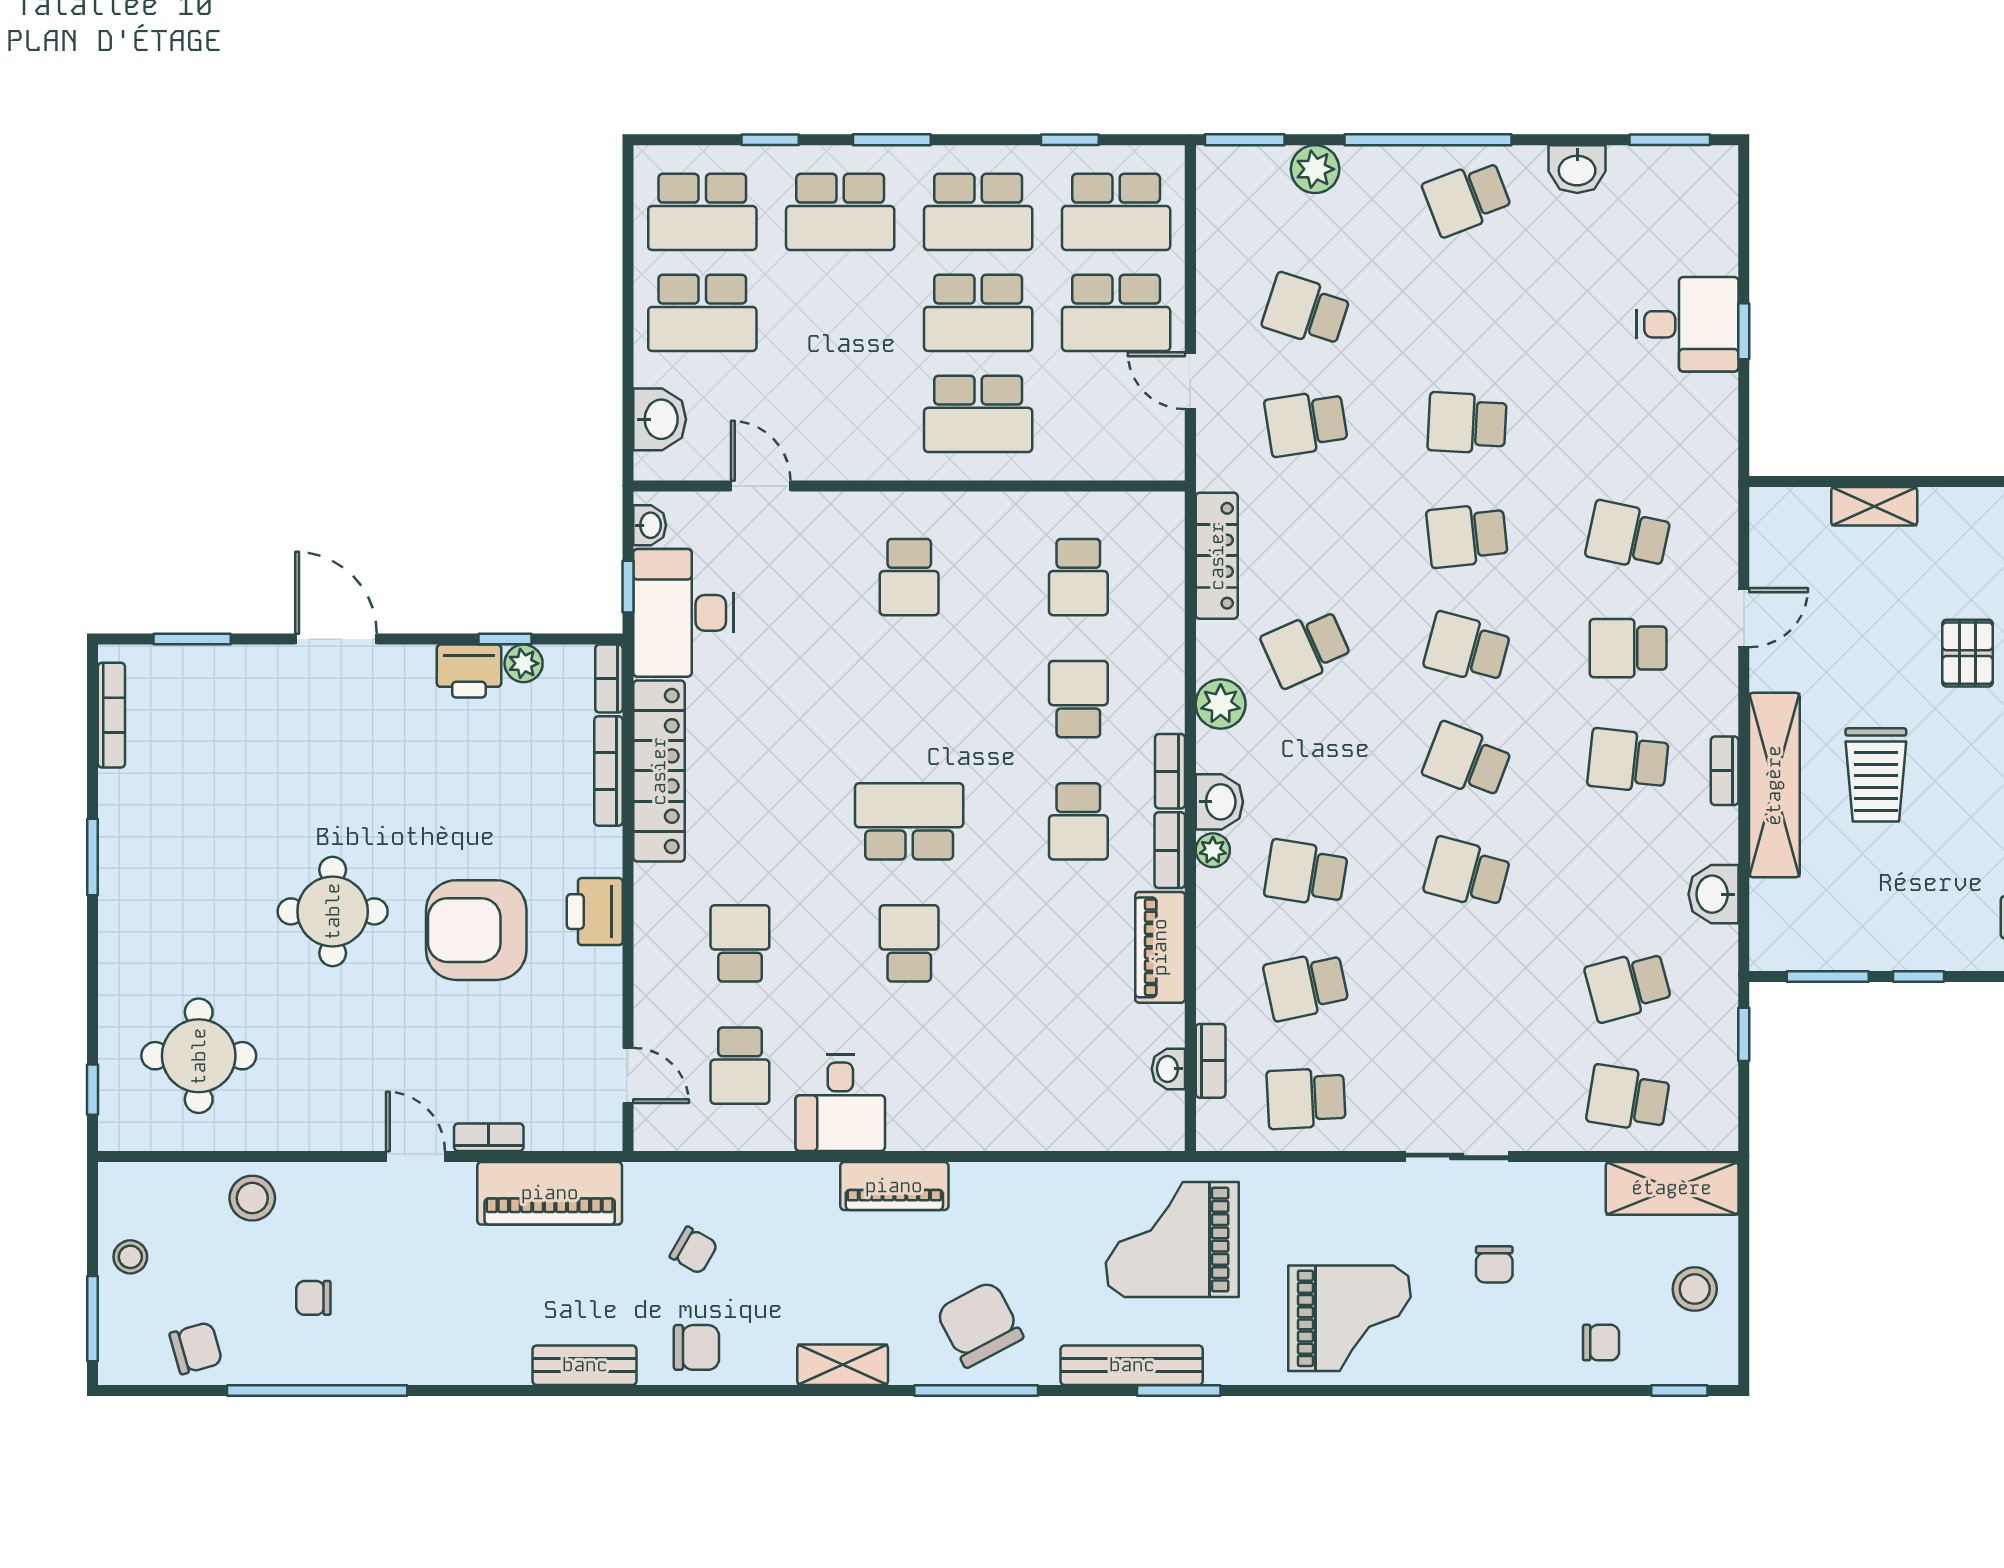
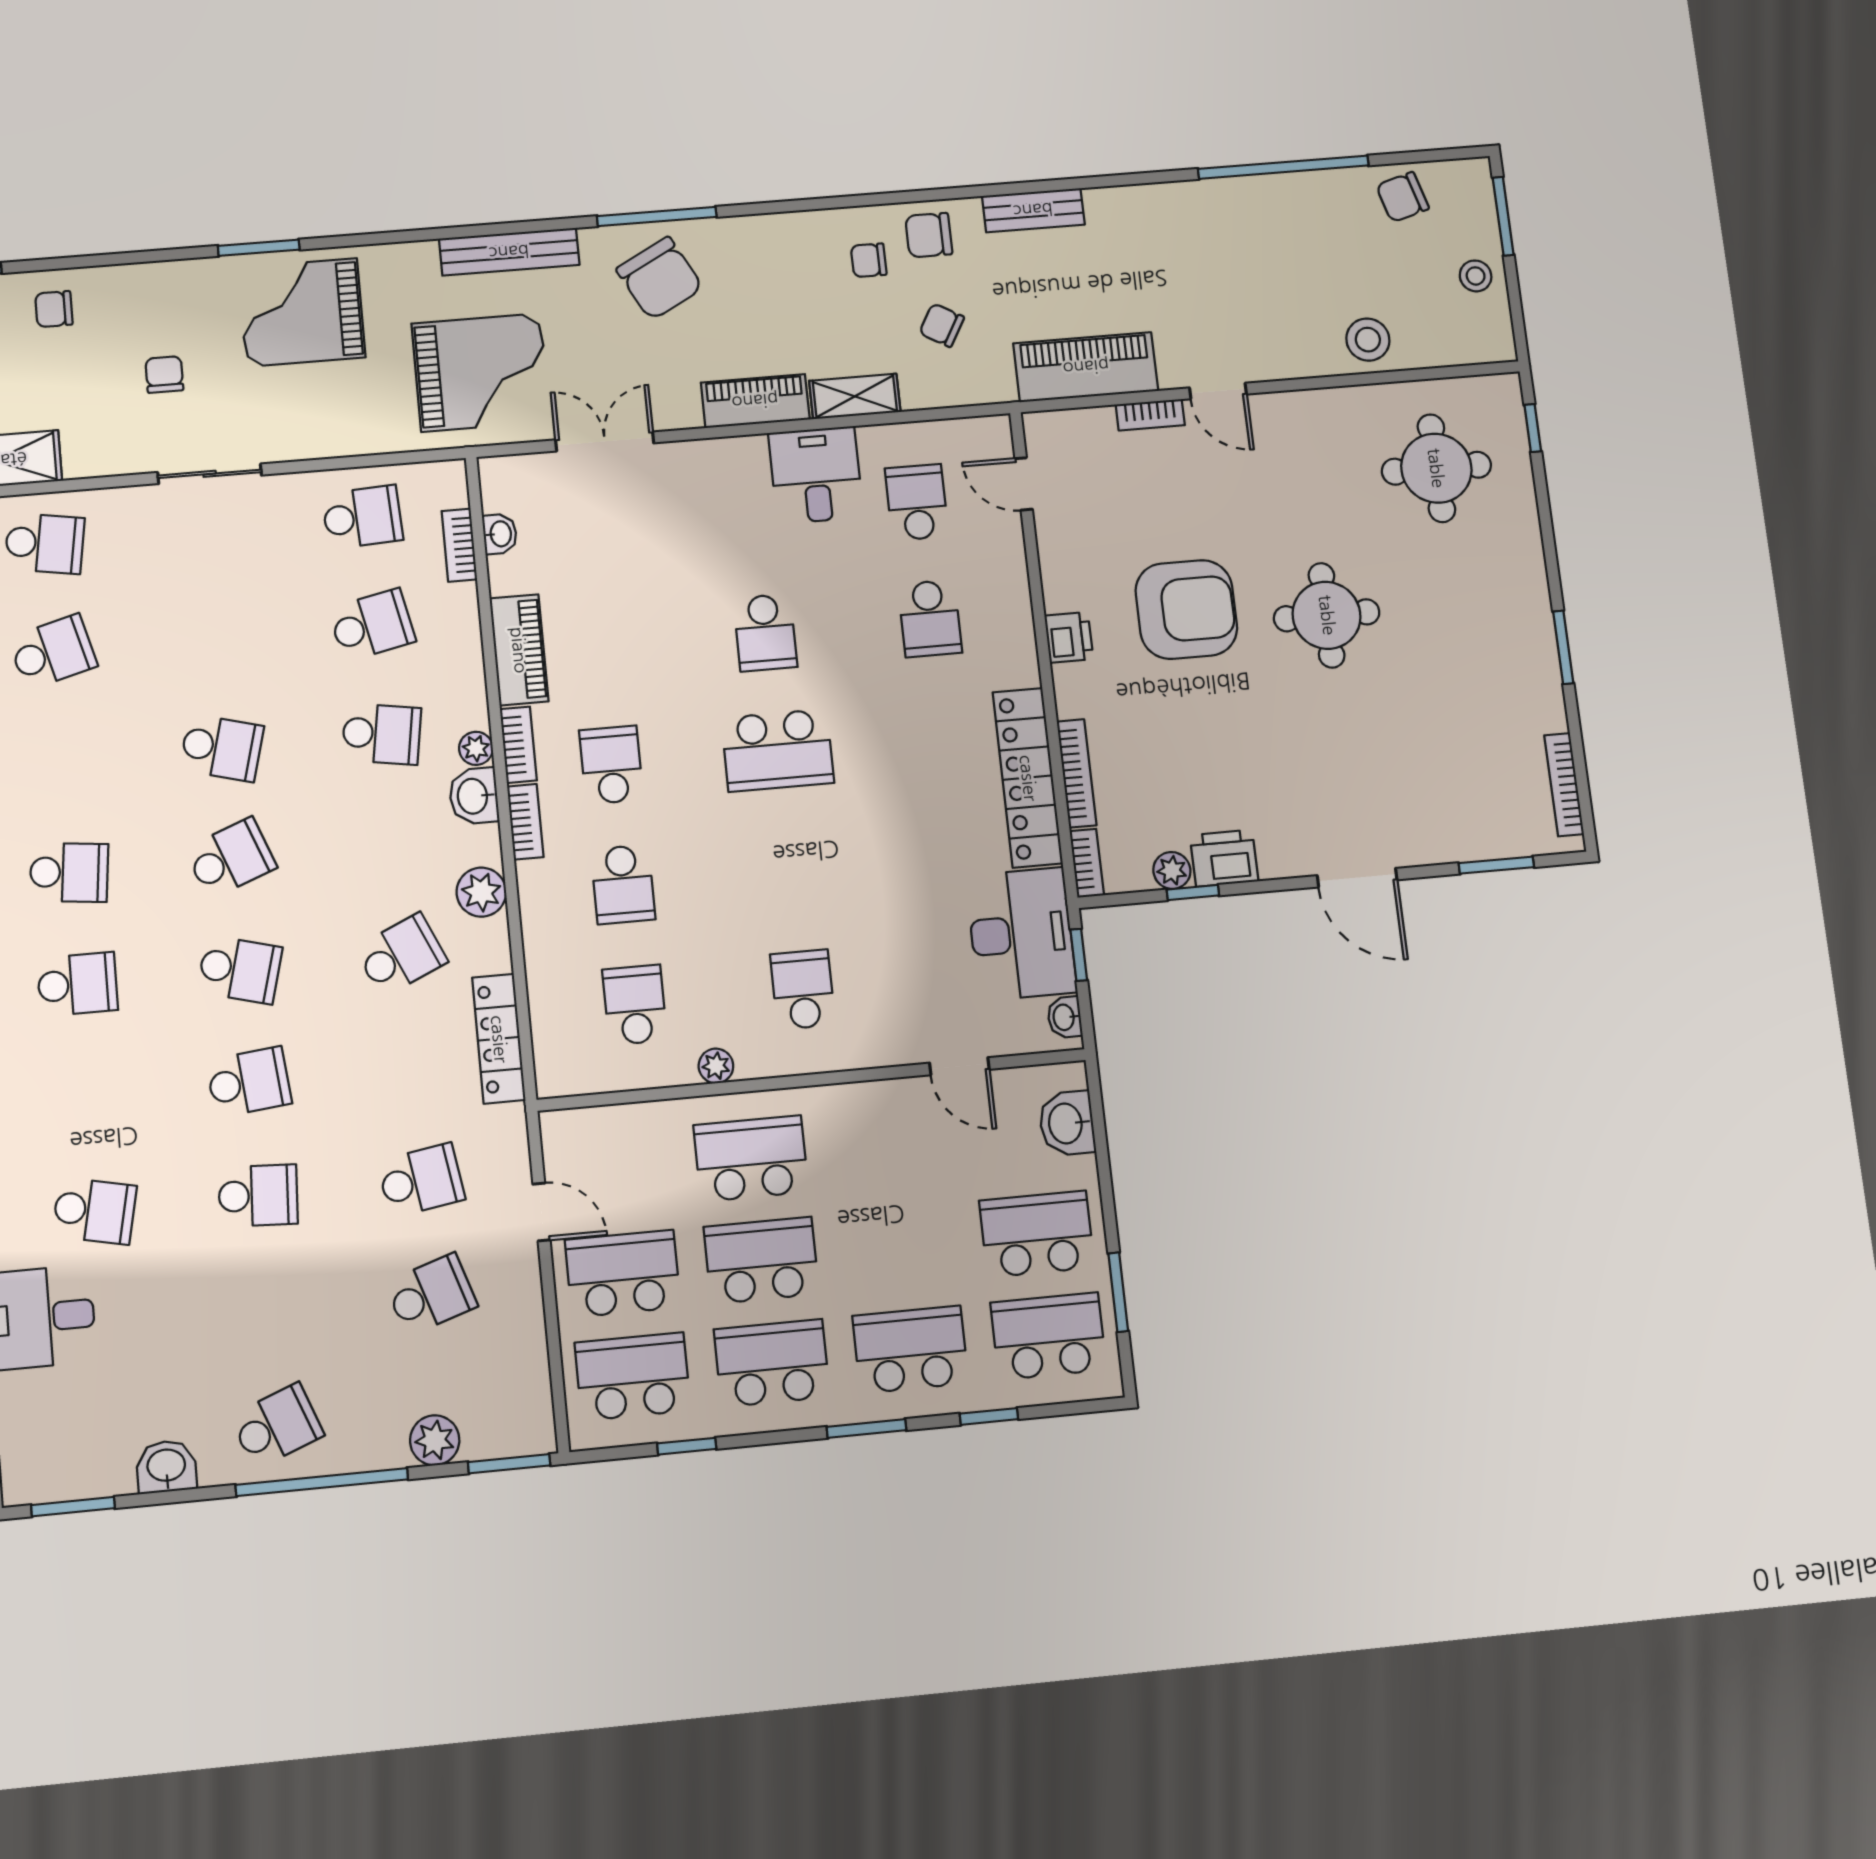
window: (628, 248) -> (1118, 1292), added
school desk: (1306, 310) -> (431, 1294), turned -36
plant: (1004, 509) -> (716, 1066), added
school desk: (1628, 536) -> (94, 1211), moved
school desk: (1467, 761) -> (231, 858), turned -42
printer: (595, 912) -> (1069, 637), width x0.73, depth x0.81
double door: (1053, 1156) -> (605, 441), added
chair: (313, 1298) -> (869, 260), moved, turned 180
shelving: (843, 1365) -> (855, 396), moved
window: (1179, 1390) -> (259, 248), moved

